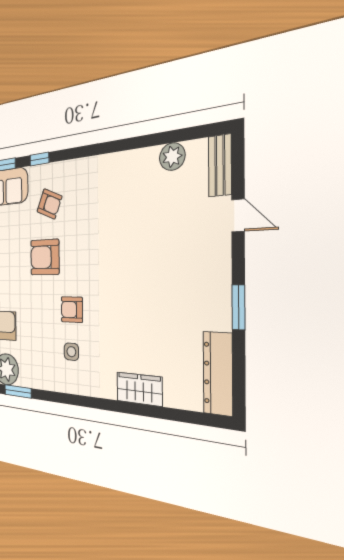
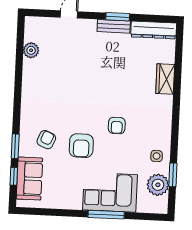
window: (39, 159) -> (15, 146), width x1.50
bench: (220, 165) -> (114, 26), moved
side table: (71, 352) -> (157, 156), moved

